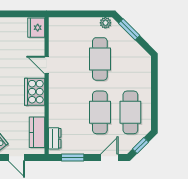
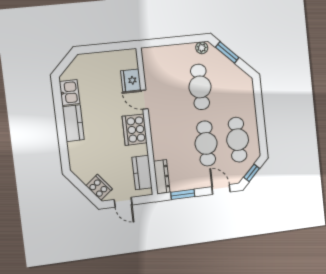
fridge: (36, 28) -> (131, 80), moved
dresser: (55, 138) -> (162, 177), width x1.44
door: (109, 157) -> (221, 189), hinge flipped

